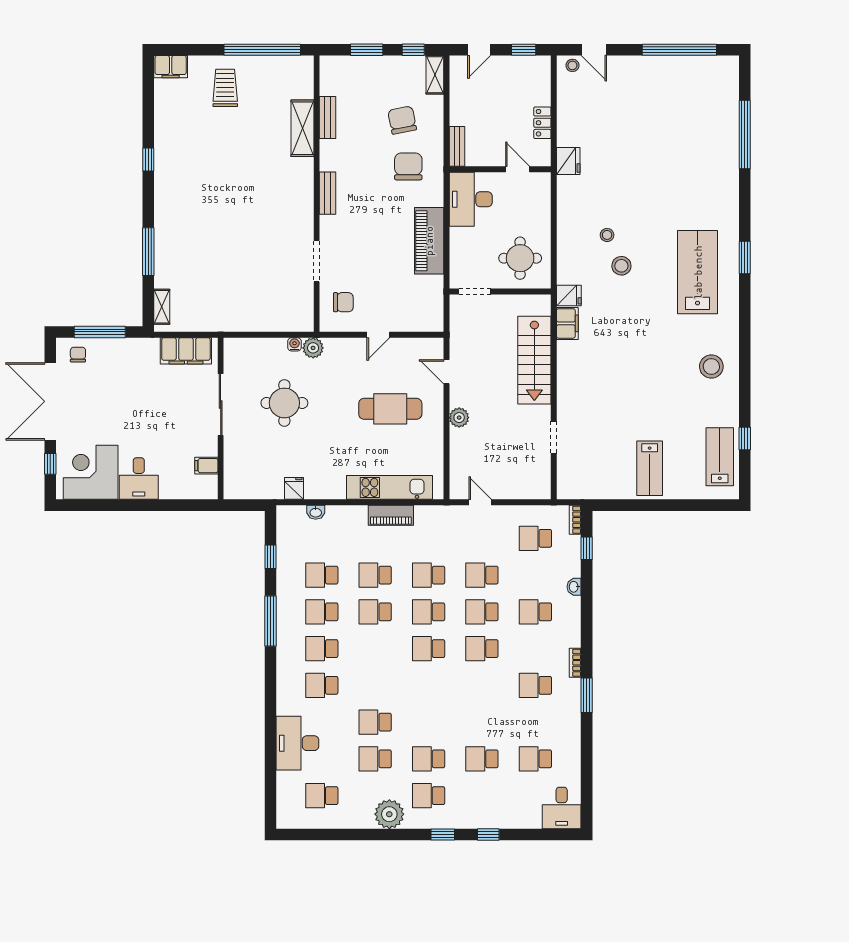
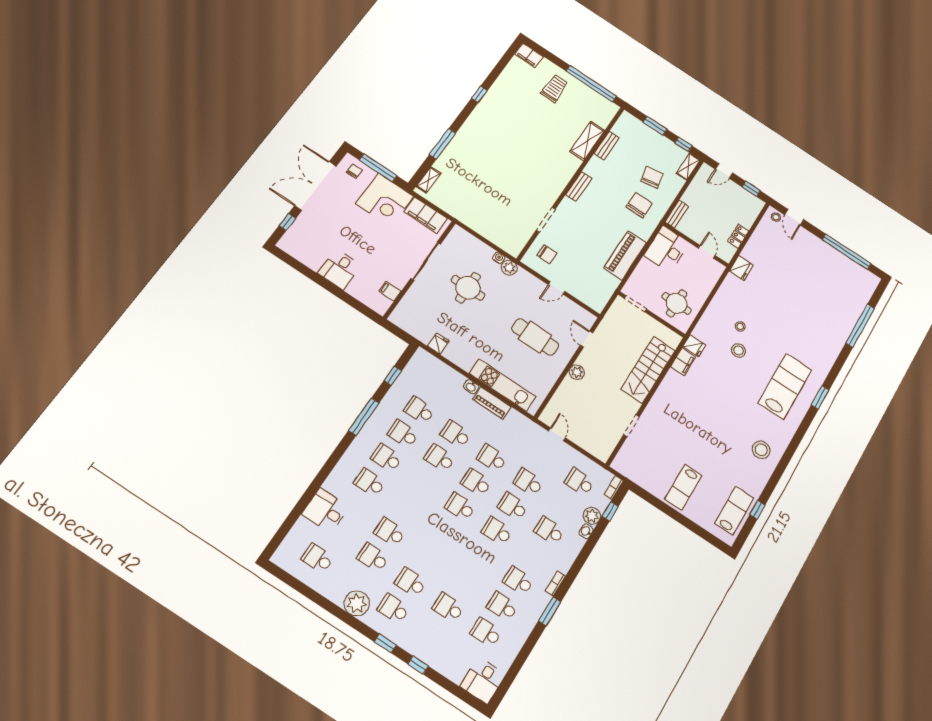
corner desk: (91, 472) -> (385, 200), moved, turned 180
washbasin: (316, 512) -> (471, 387), moved
plant: (570, 566) -> (592, 516), added
school desk: (535, 722) -> (502, 606), added
desk: (297, 743) -> (325, 510), width x0.73

